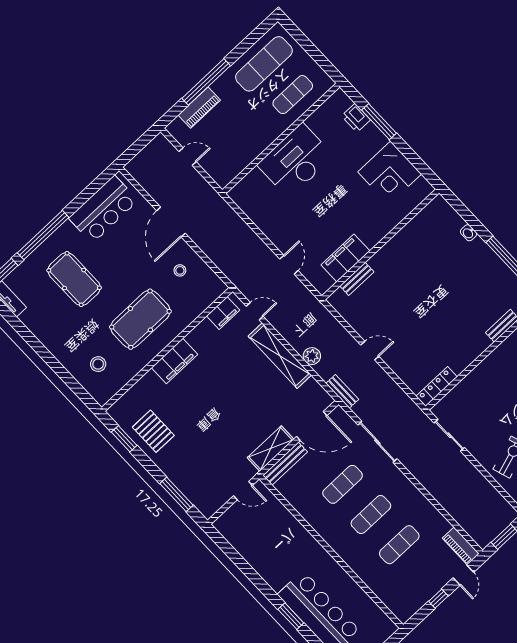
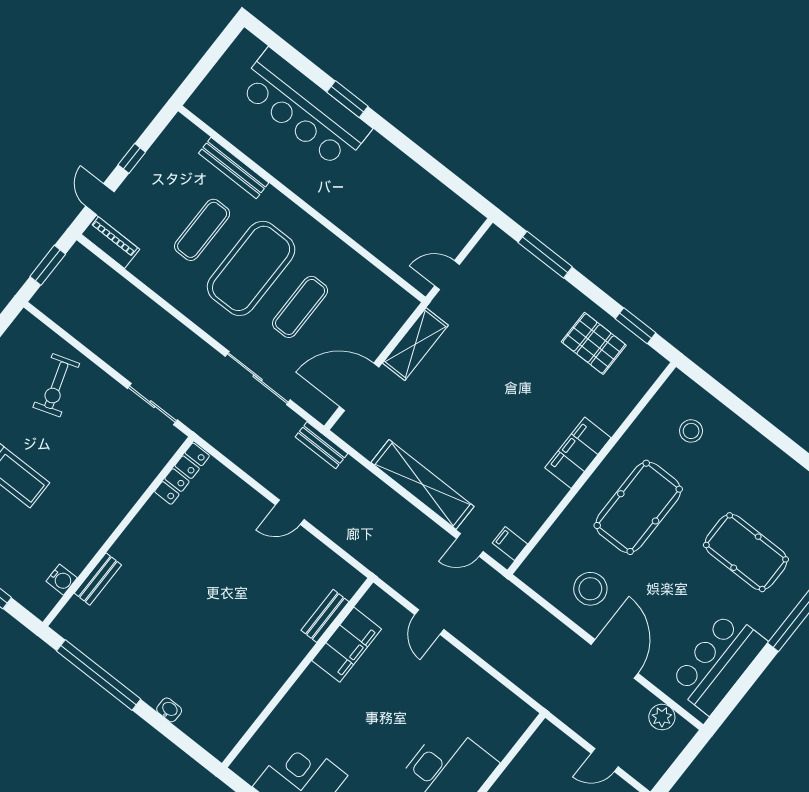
stool: (180, 270) -> (590, 589), width x1.89, depth x1.89
filing cabinet: (223, 313) -> (510, 543), width x0.50
plant: (312, 356) -> (662, 717), moved
bench: (285, 464) -> (234, 168), moved, turned 90
exercise mat: (371, 515) -> (251, 268), width x2.00, depth x1.45

